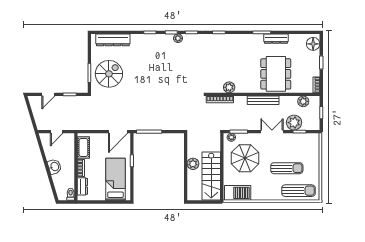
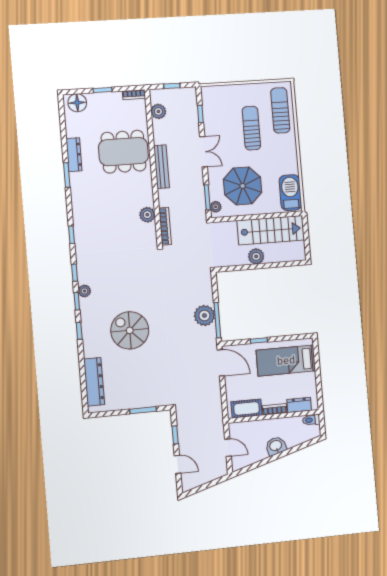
spiral stairs: (109, 74) -> (130, 330), moved
plant: (294, 123) -> (204, 315), moved
double door: (272, 132) -> (203, 152), swing flipped

